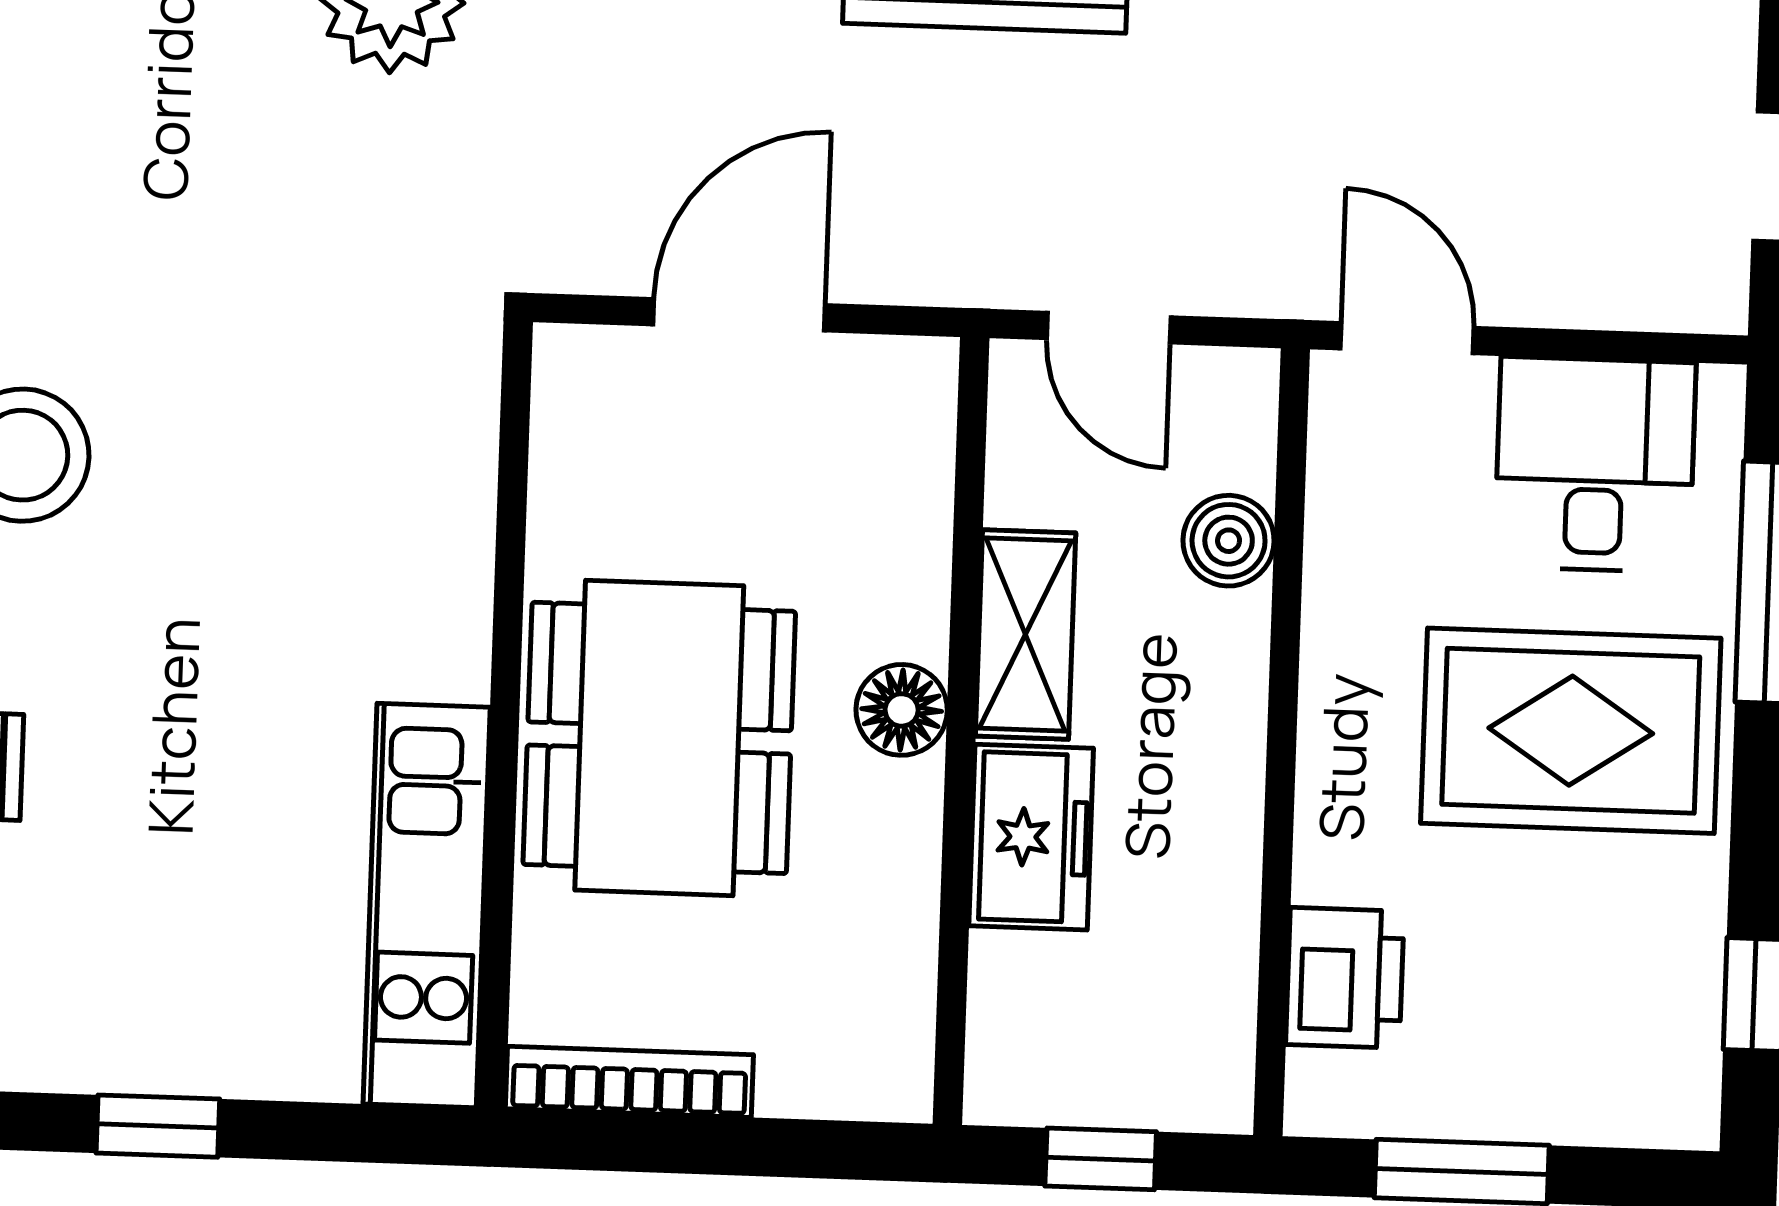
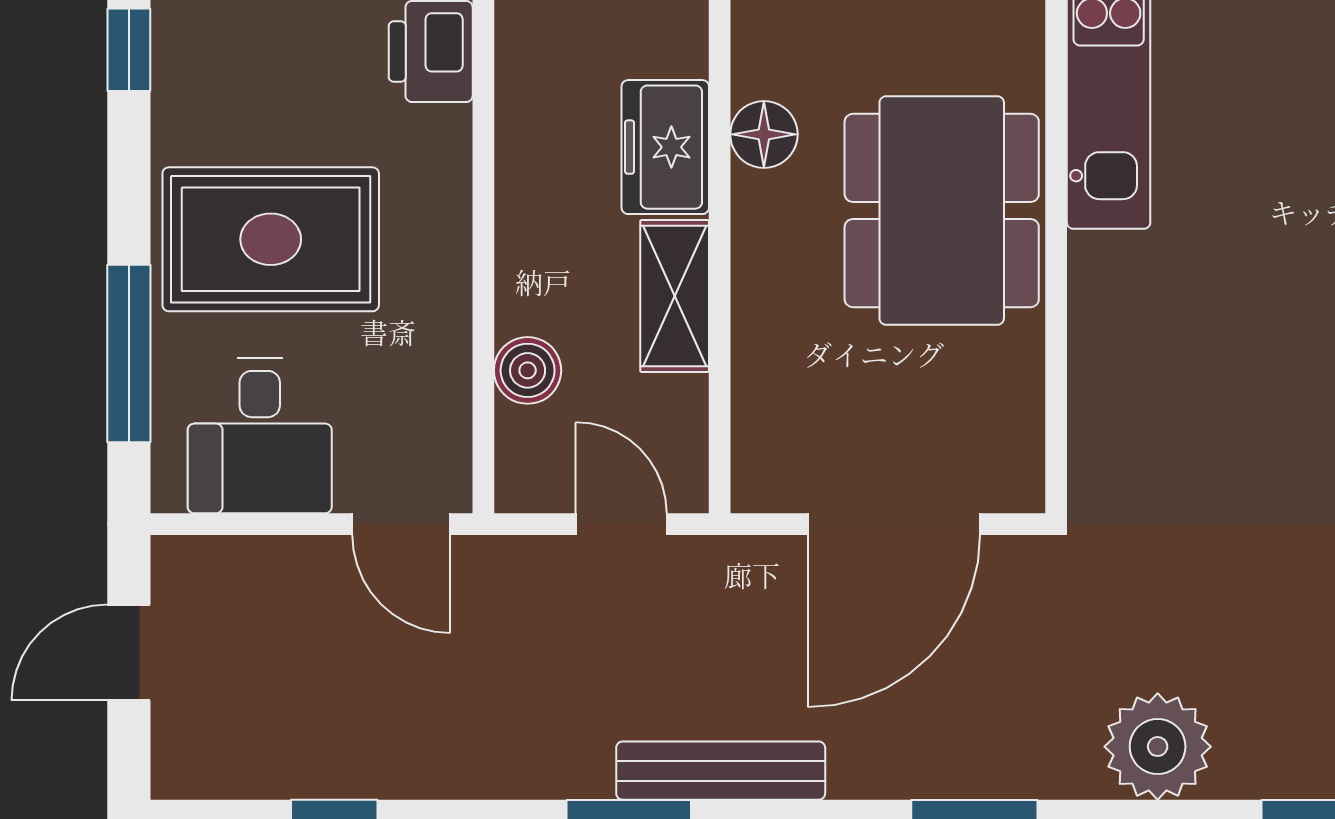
door: (739, 315) -> (894, 524), width x1.36
floor lamp: (902, 710) -> (764, 134), moved

